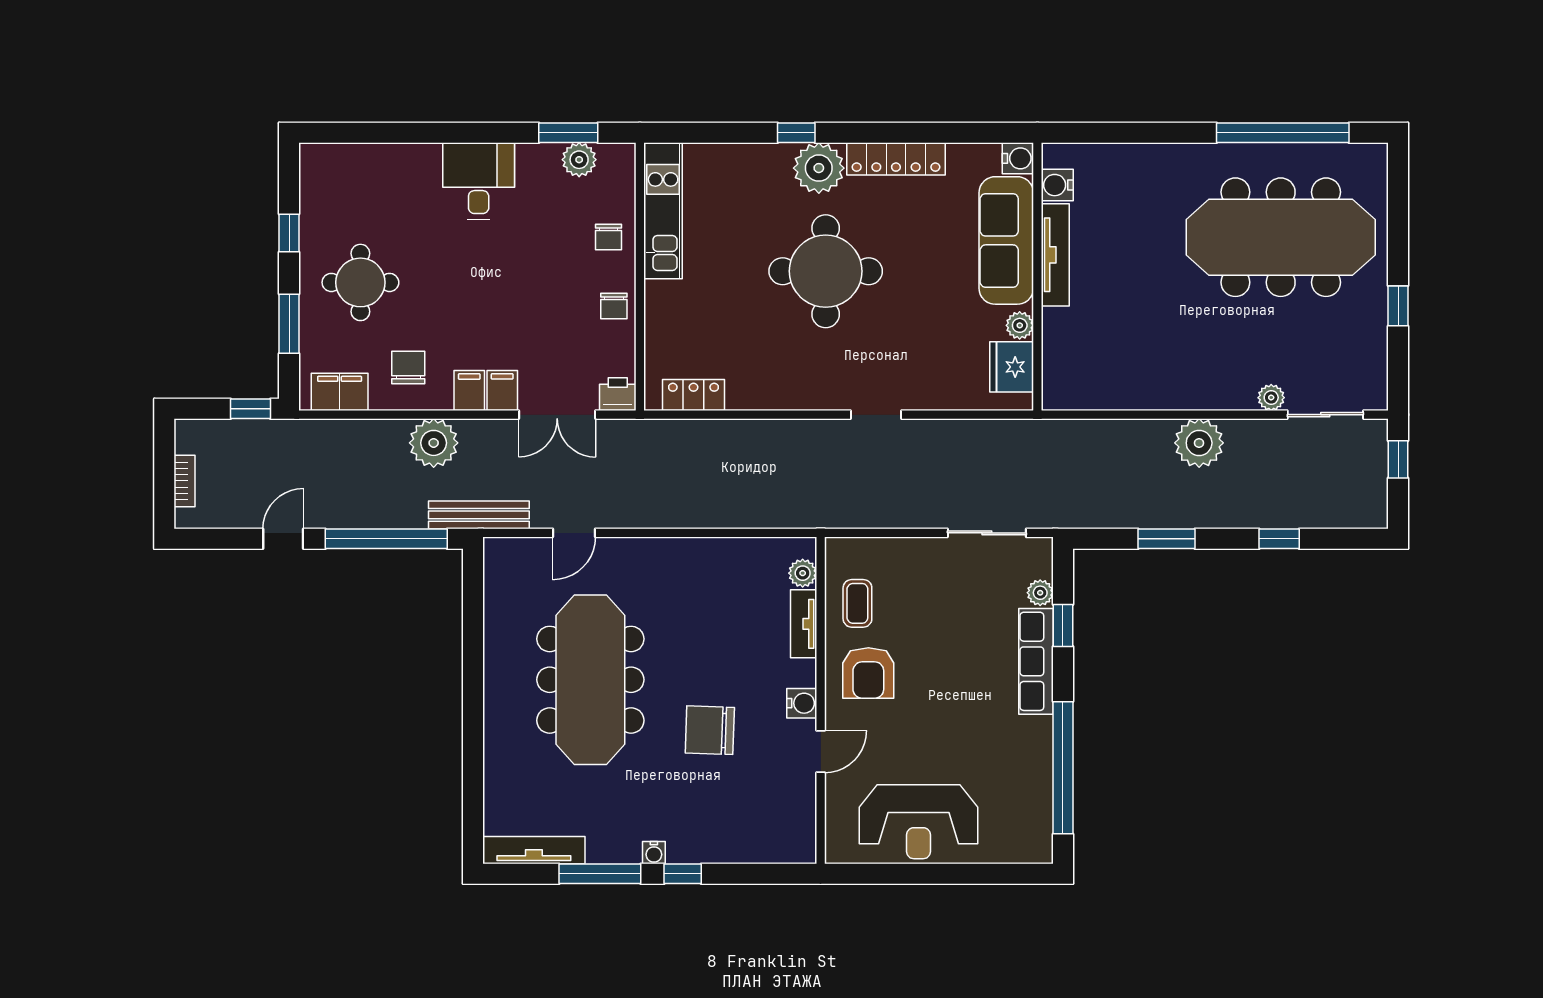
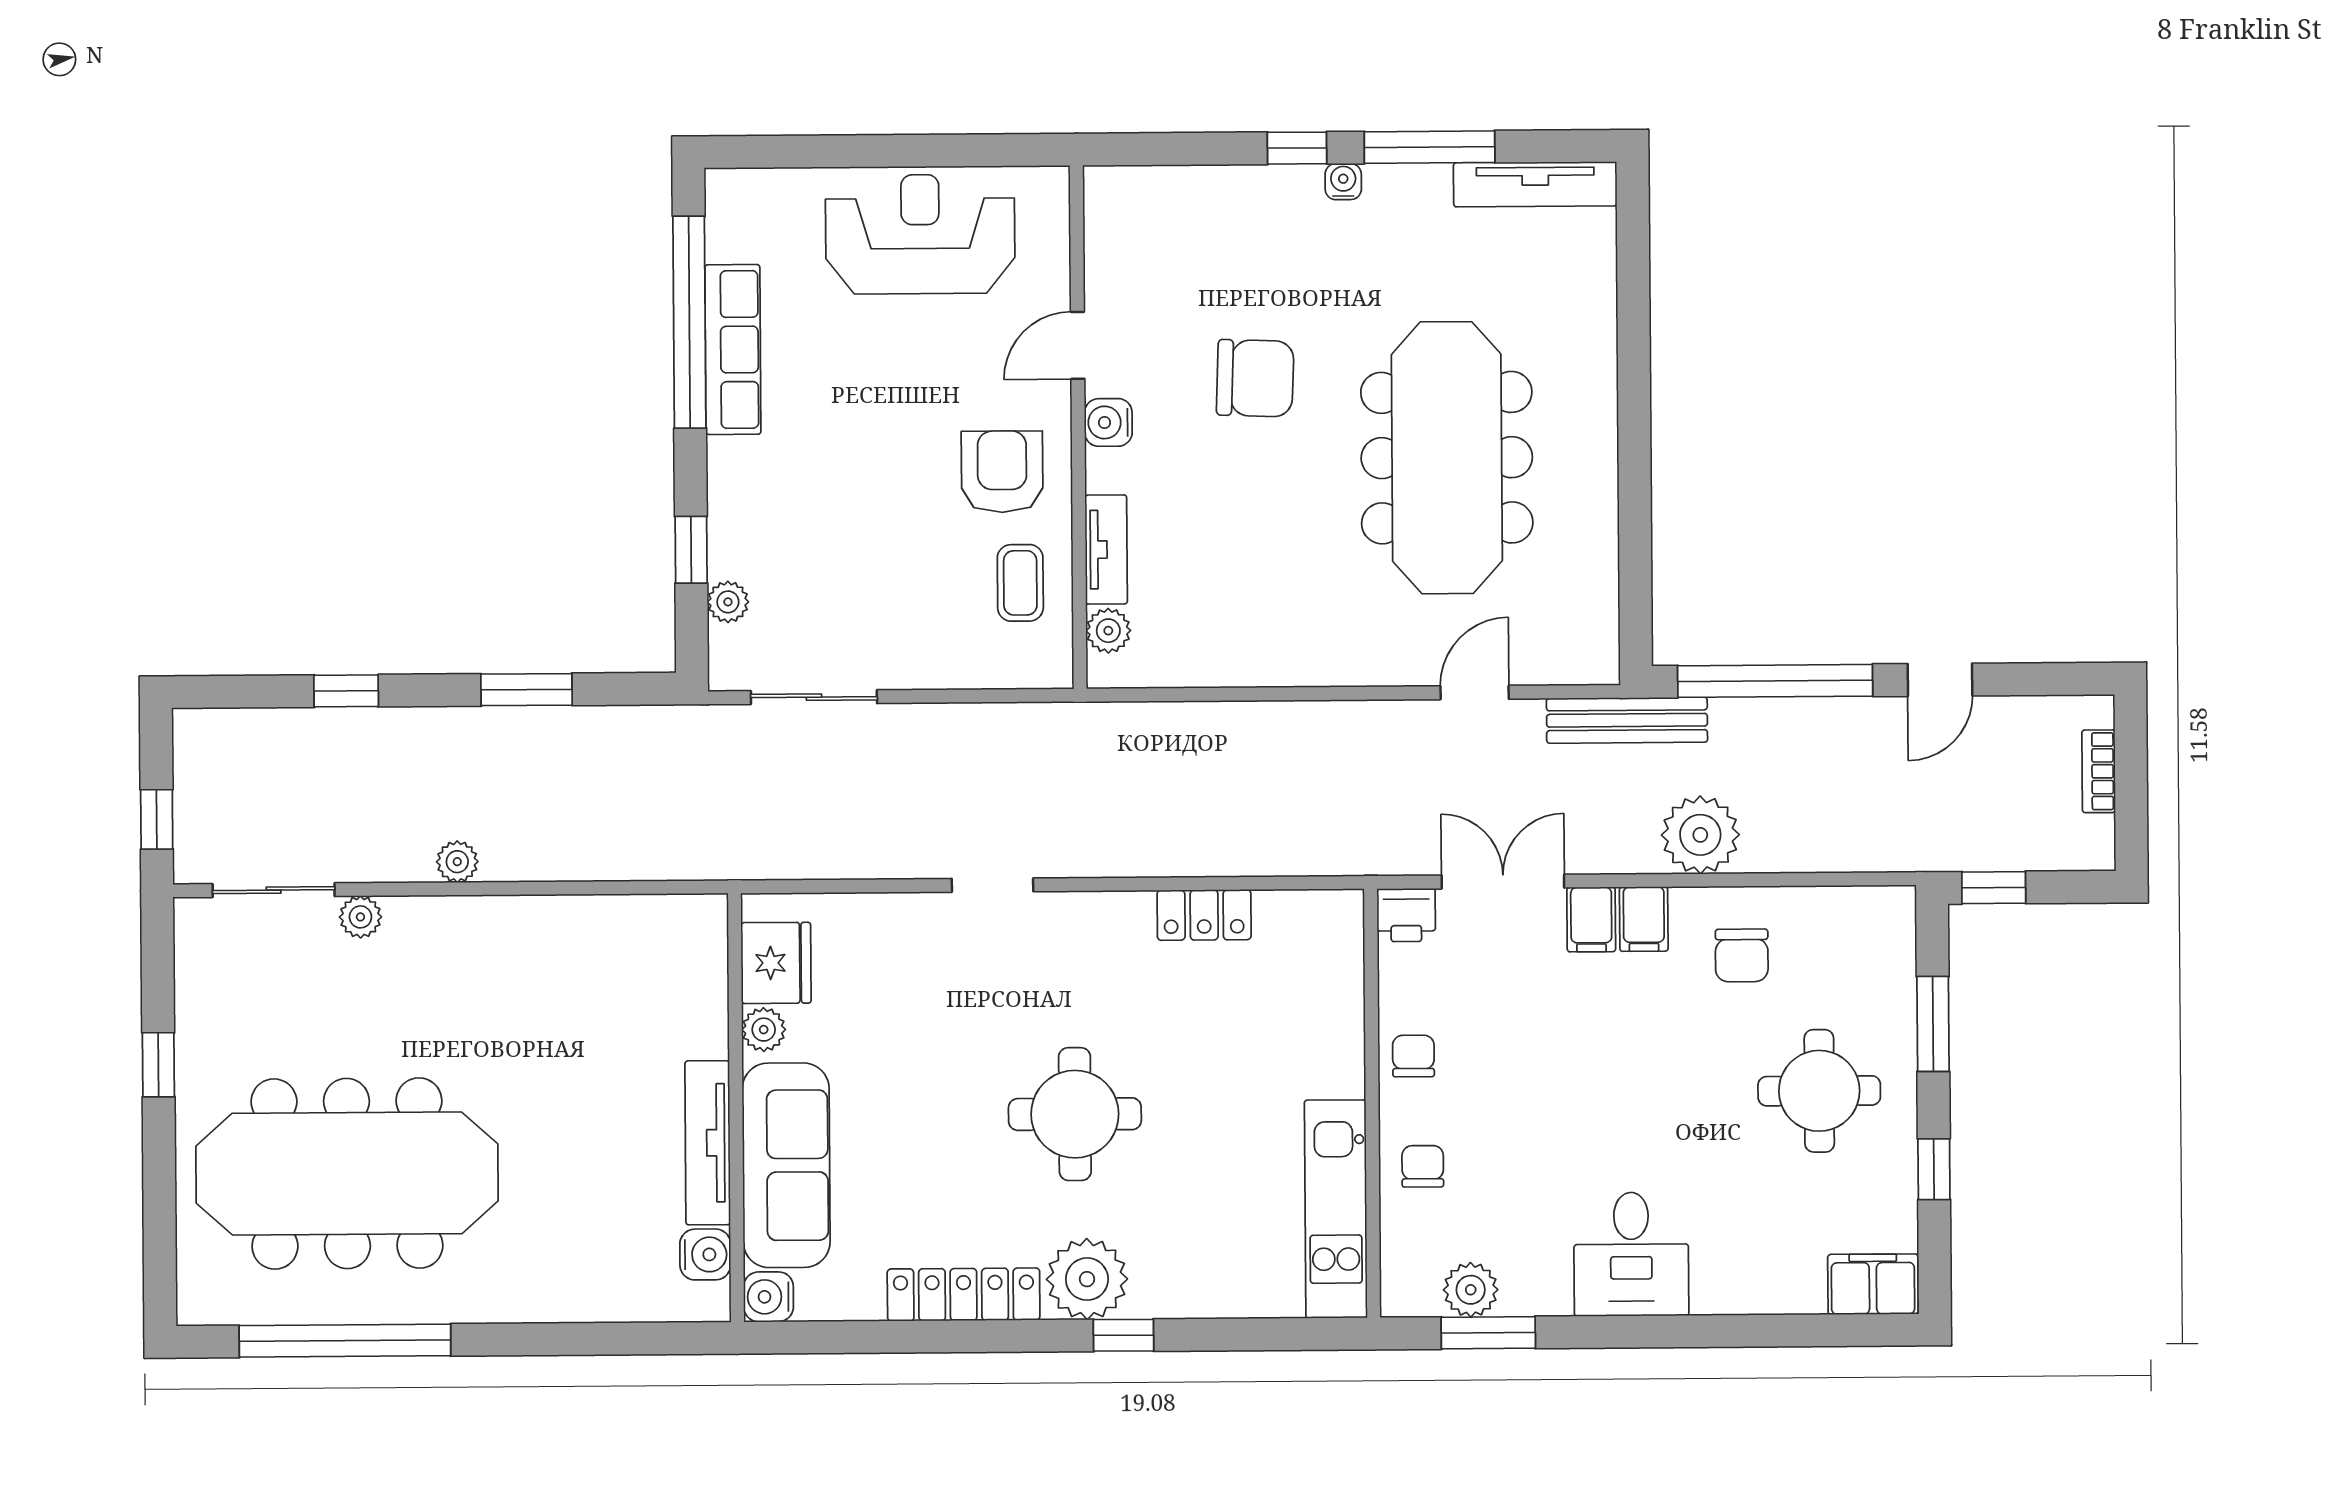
round table: (826, 271) -> (1075, 1114), width x0.73, depth x0.73
filing cabinet: (340, 392) -> (1873, 1284), moved, turned 180
locker: (693, 395) -> (1204, 915), moved
plant: (1199, 443) -> (457, 862), width x0.53, depth x0.53
row of seats: (1036, 661) -> (733, 350), moved

